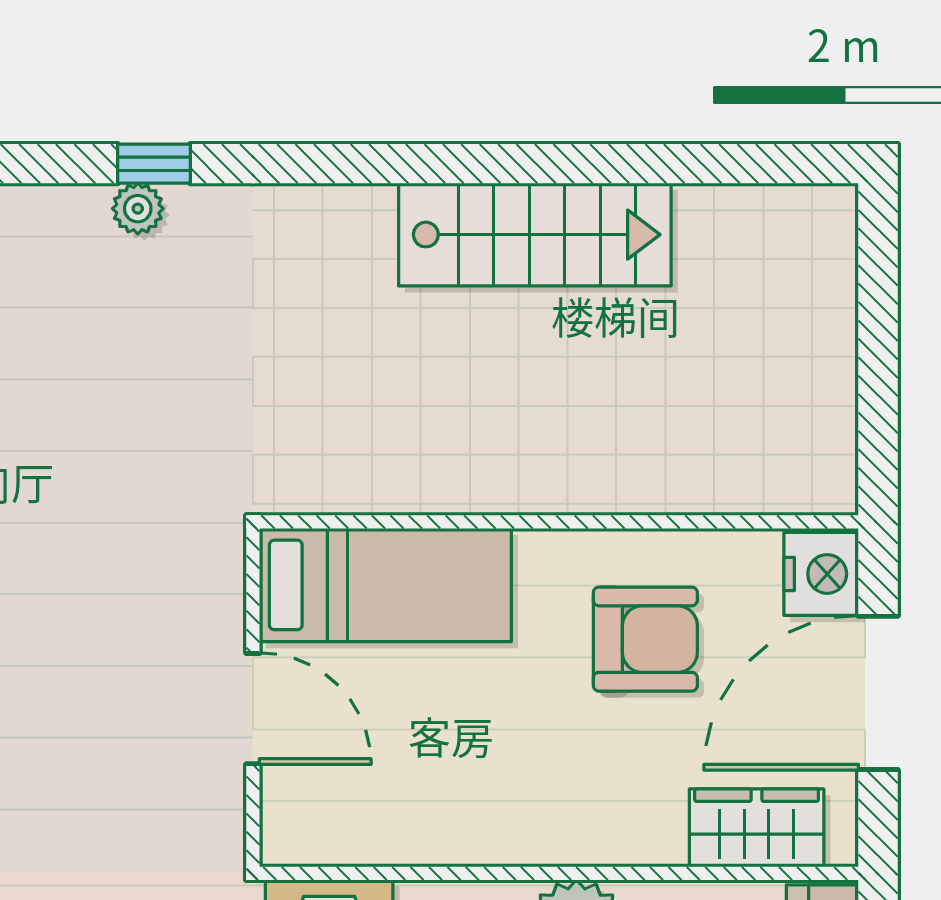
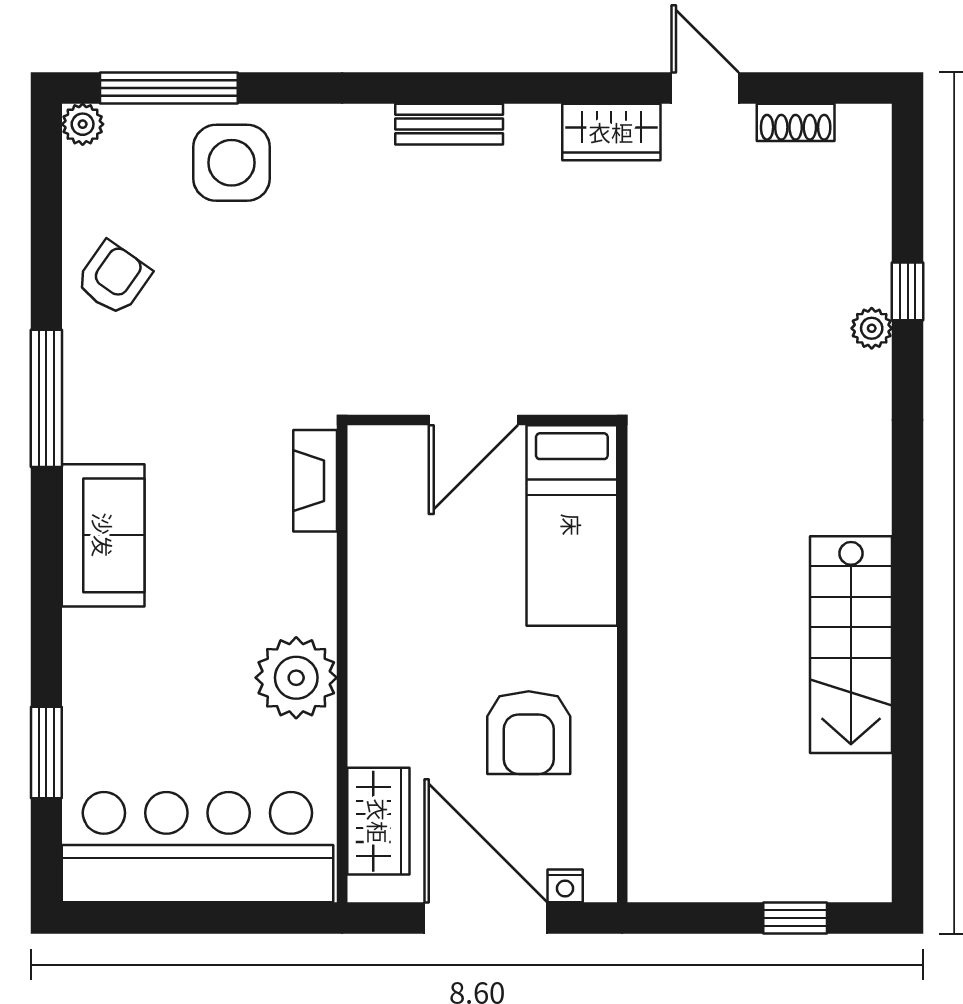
window: (154, 164) -> (908, 291), moved
window: (878, 305) -> (795, 918), added
nightstand: (821, 574) -> (565, 886), width x0.53, depth x0.56

